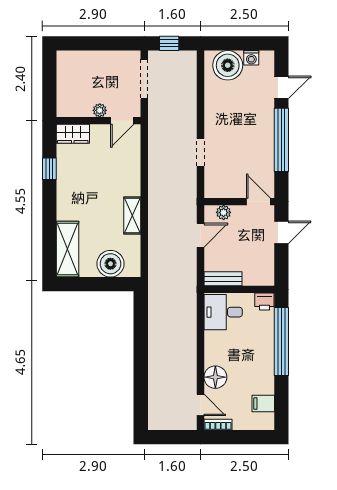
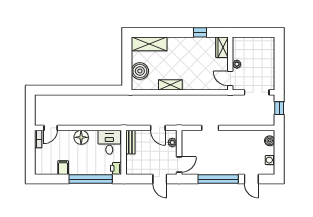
boiler: (228, 65) -> (270, 141), width x0.54, depth x0.54
floor lamp: (215, 377) -> (81, 137), moved
filing cabinet: (263, 404) -> (63, 168), moved

